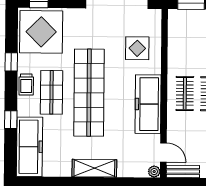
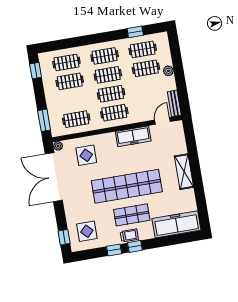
display table: (41, 32) -> (87, 231), width x0.54, depth x0.54
clothes rail: (185, 44) -> (76, 119), added
freezer: (148, 104) -> (133, 136), width x0.73, depth x0.79
window: (11, 120) -> (135, 246), moved
plant: (154, 172) -> (58, 146), moved

